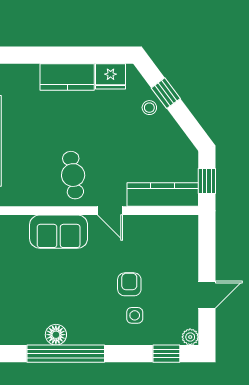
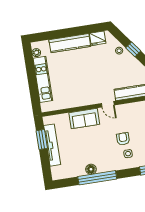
kitchen counter: (67, 77) -> (70, 43), width x1.50
window: (166, 93) -> (133, 49), moved
cafe table: (73, 175) -> (87, 90), removed

